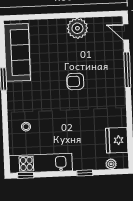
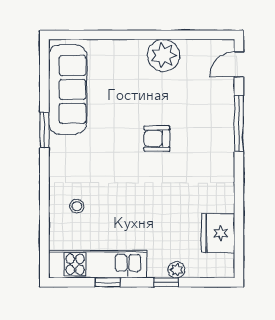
door: (126, 32) -> (239, 64), hinge flipped
plant: (111, 164) -> (176, 270), moved
window: (26, 175) -> (107, 282), moved

